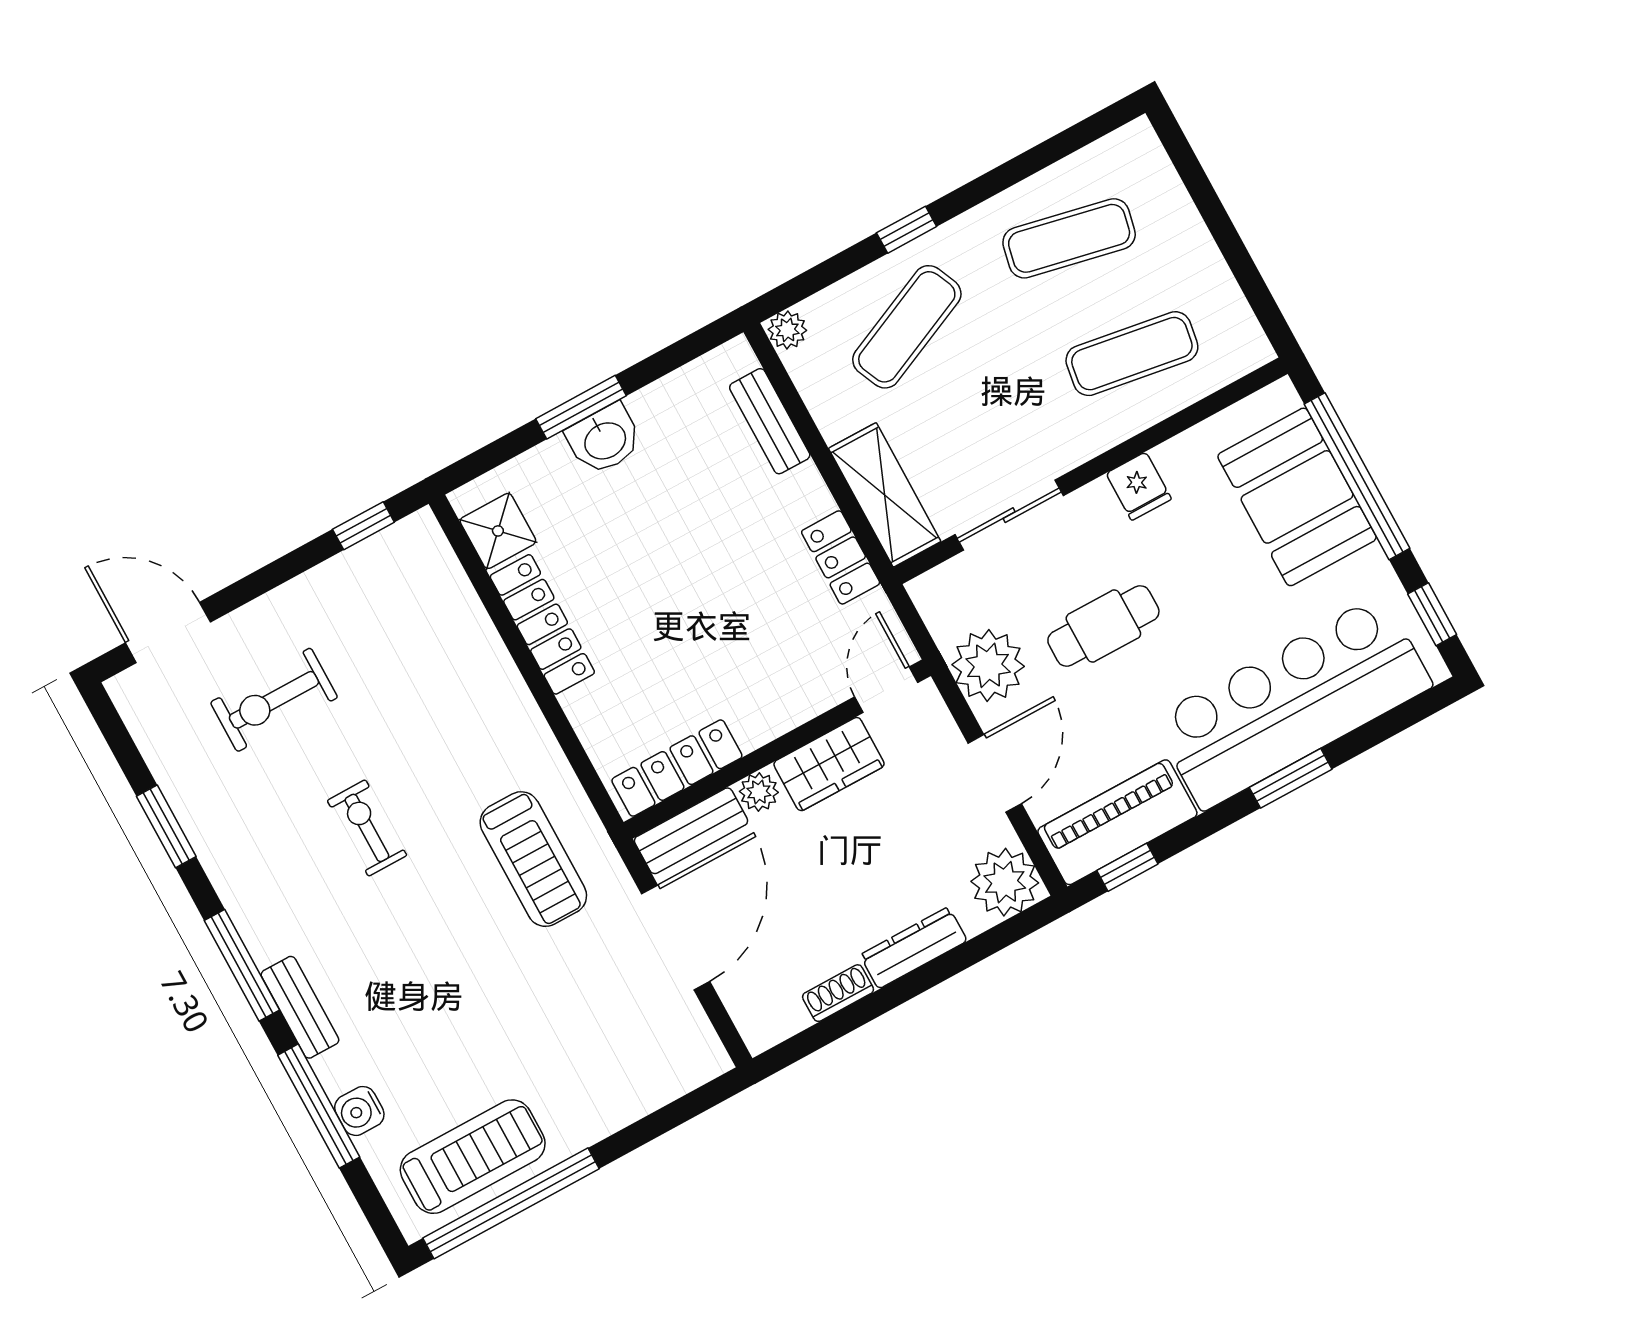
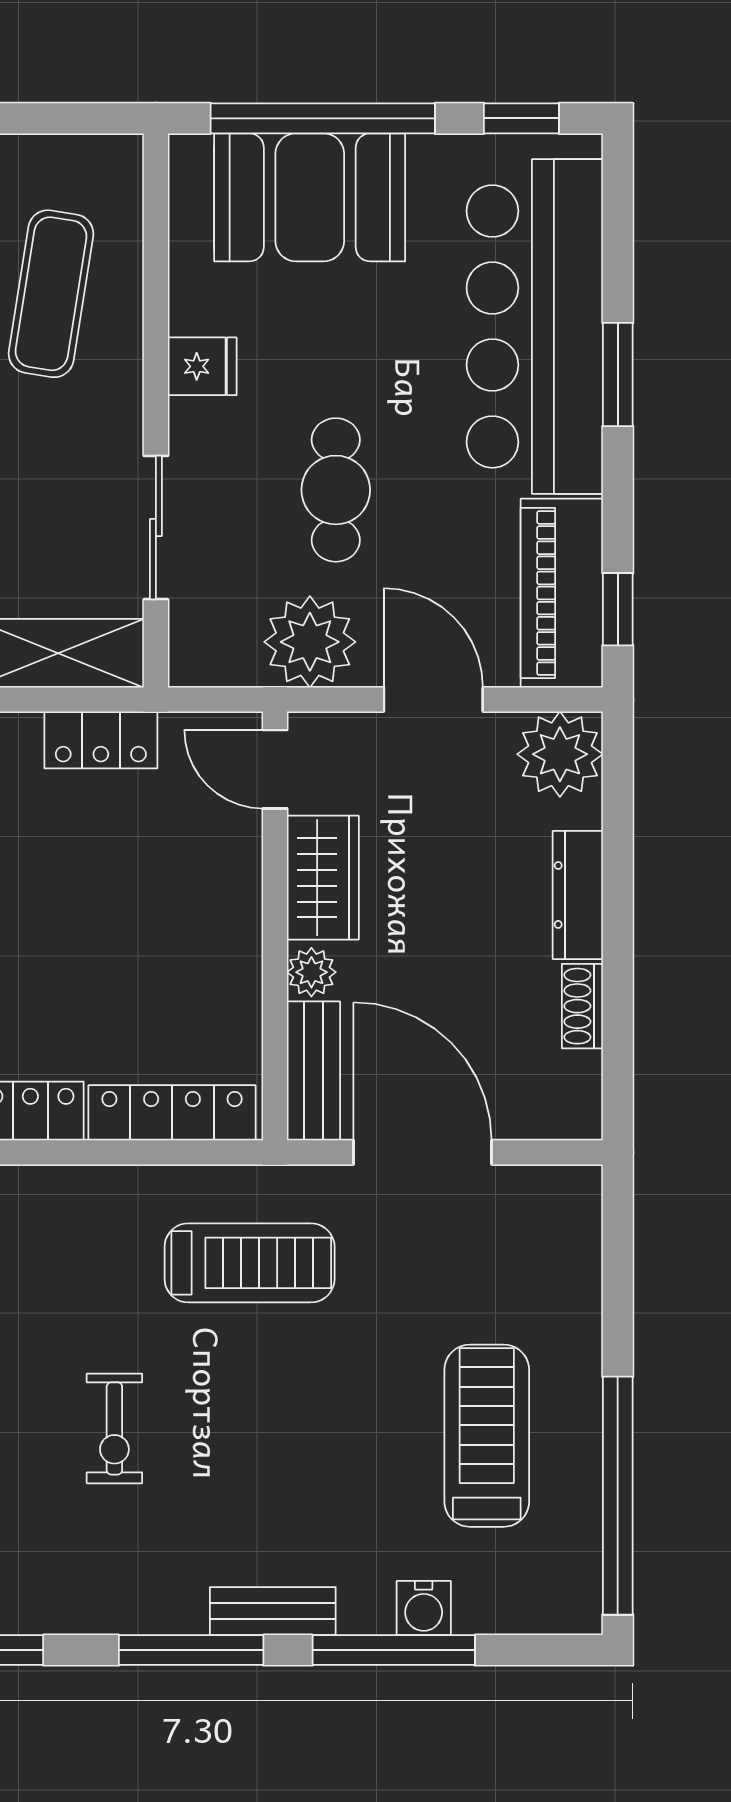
locker: (677, 768) -> (172, 1113), moved, turned 90
exercise bike: (367, 828) -> (114, 1428), turned -90
treadmill: (473, 1157) -> (487, 1436), moved

